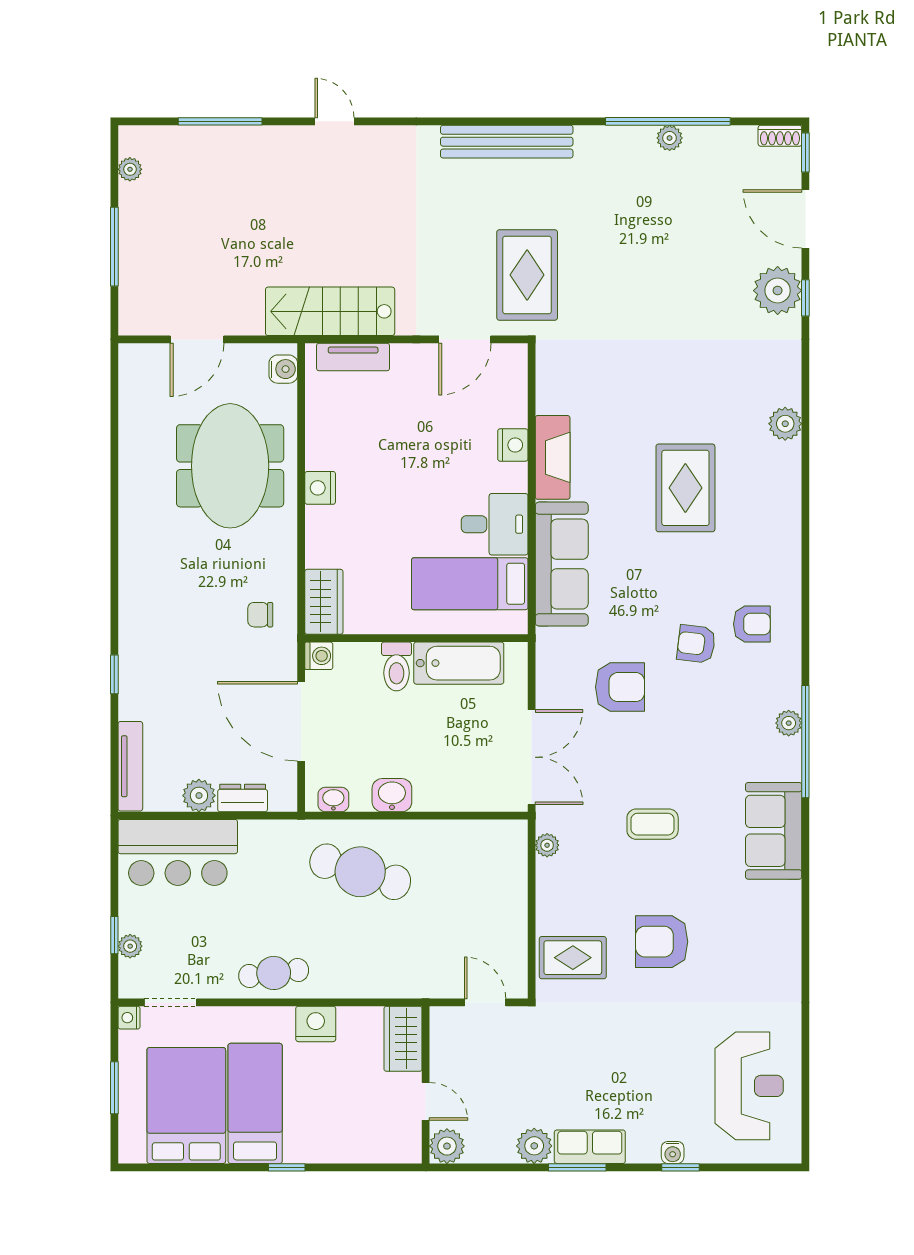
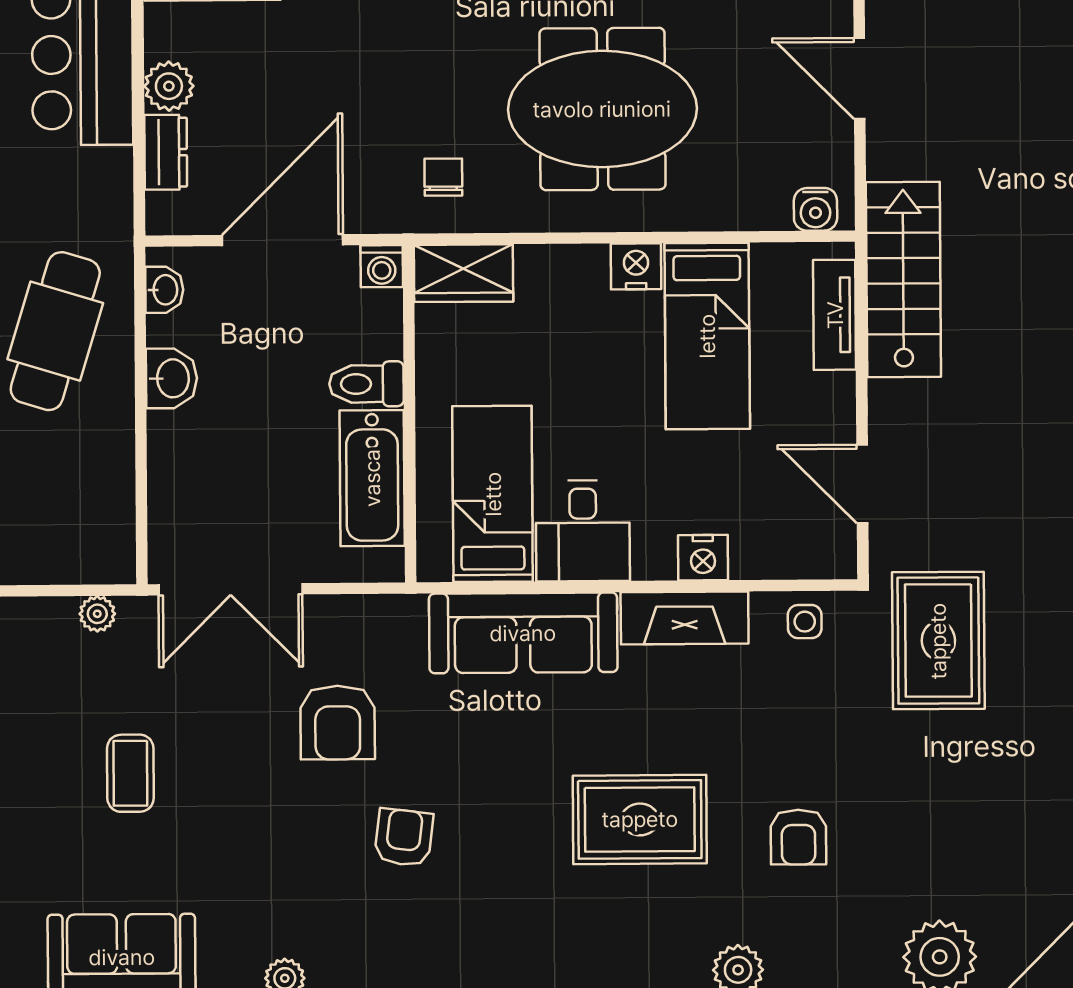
rug: (527, 275) -> (938, 641), moved, turned 90
side table: (556, 378) -> (805, 622), added
bed: (366, 441) -> (707, 336), added
meeting table: (230, 466) -> (602, 109), moved
armchair: (752, 624) -> (798, 837), moved

